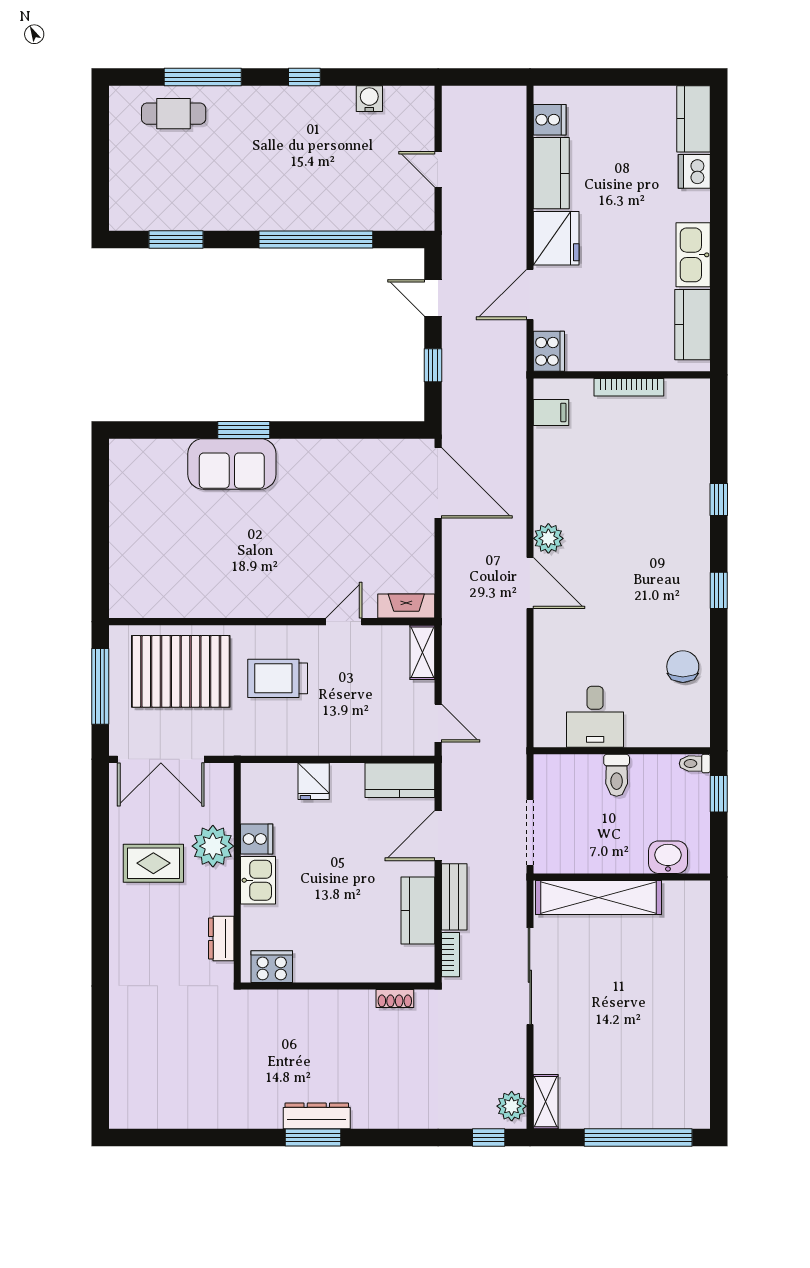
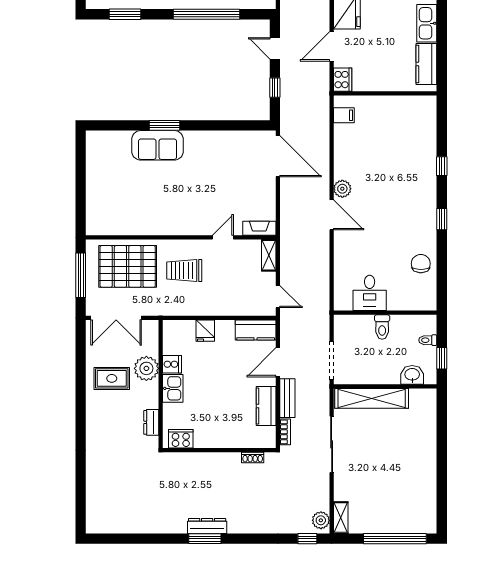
bookcase: (629, 387) -> (389, 101), removed
toilet: (695, 764) -> (428, 340), moved
window: (719, 794) -> (442, 358), moved

